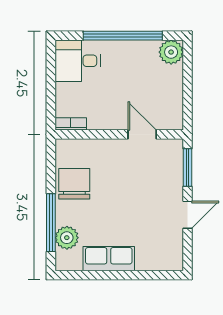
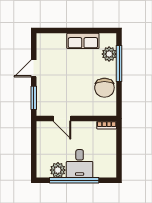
plant: (171, 52) -> (58, 170), moved
desk: (78, 61) -> (80, 164), moved, turned 90

